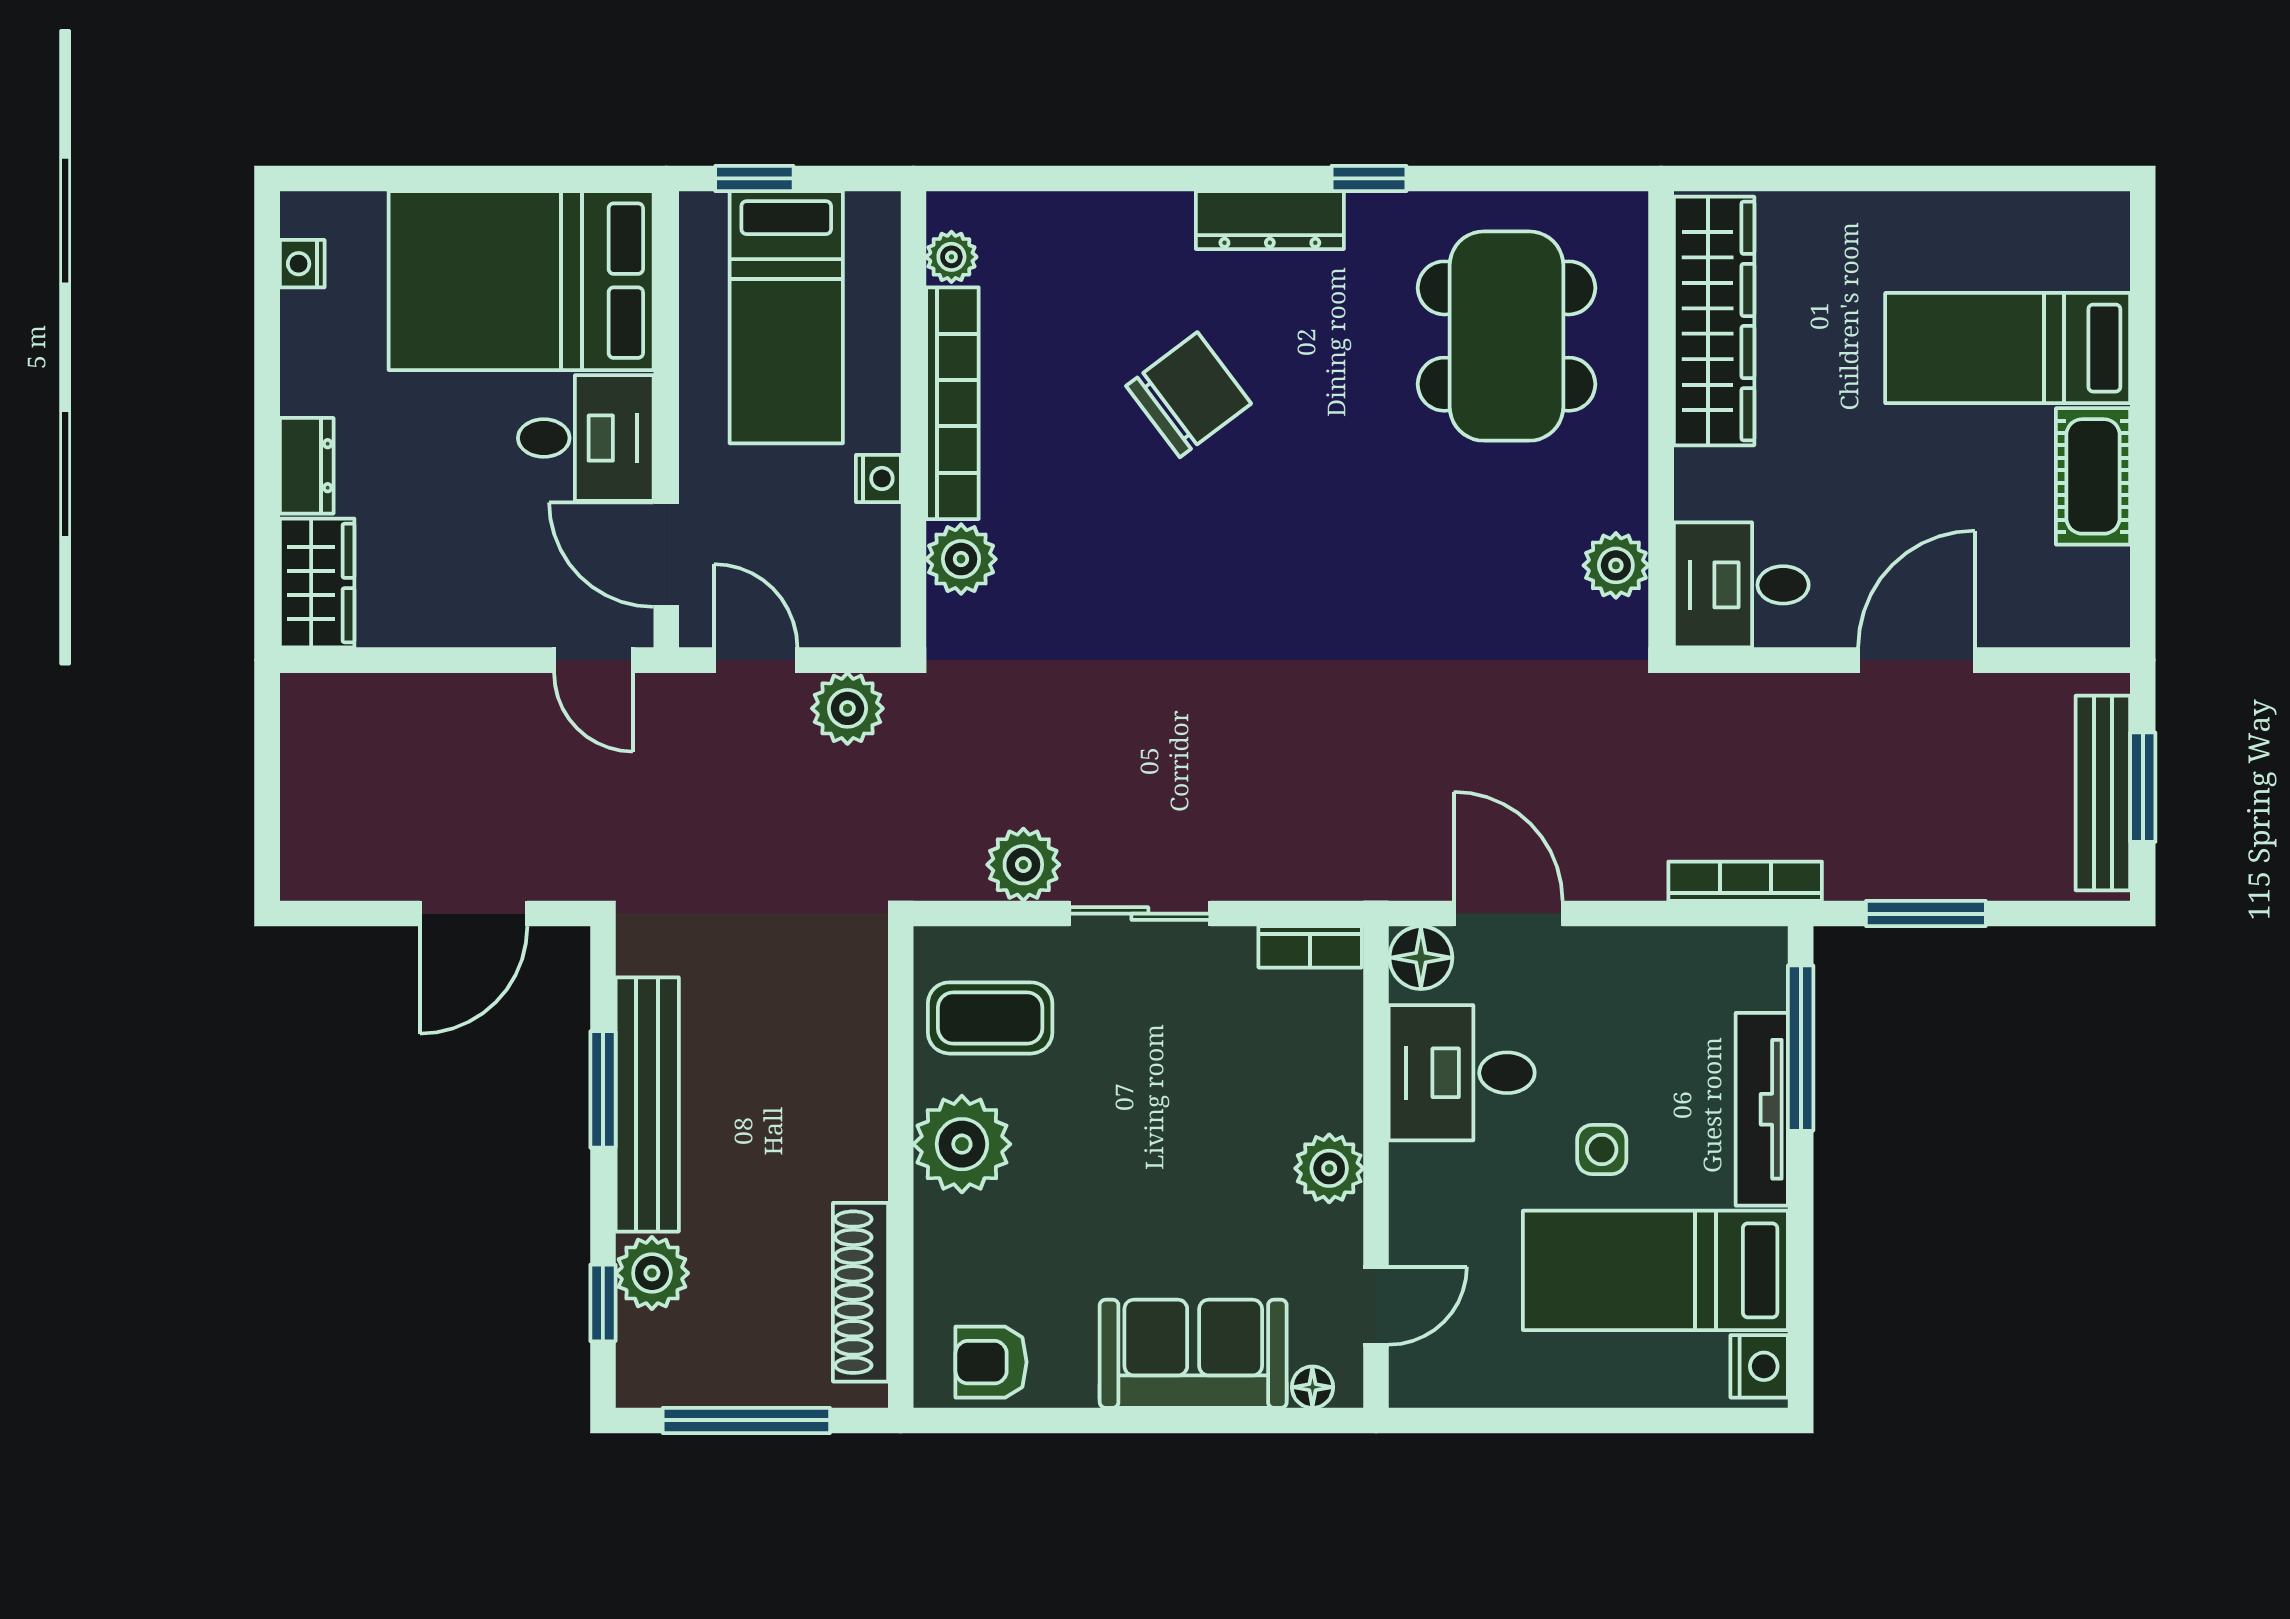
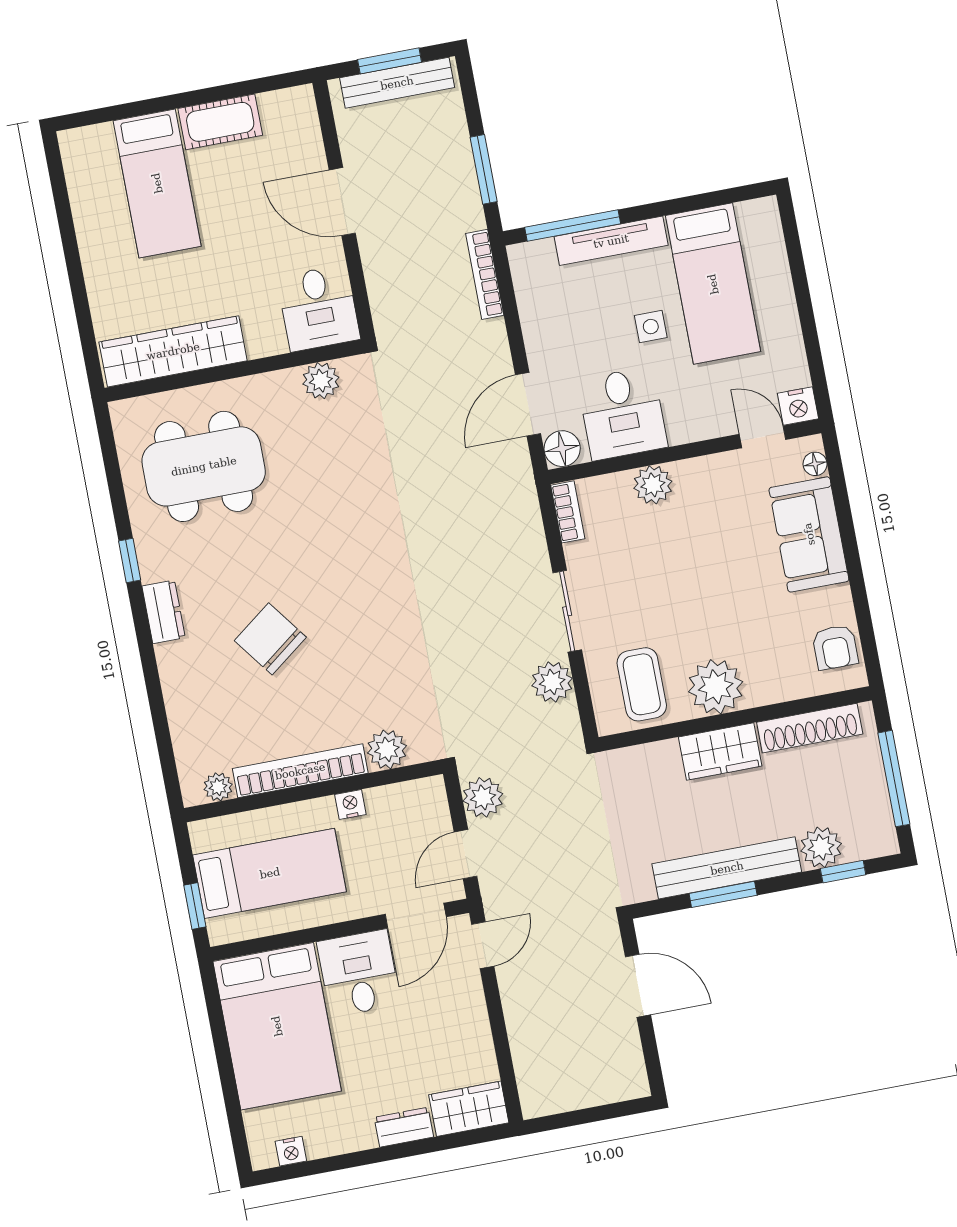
dresser: (1270, 220) -> (164, 612), width x0.70
wardrobe: (849, 1131) -> (720, 751), added
plant: (1329, 1168) -> (653, 485), moved
nightstand: (1759, 1366) -> (798, 406), moved, turned 180

